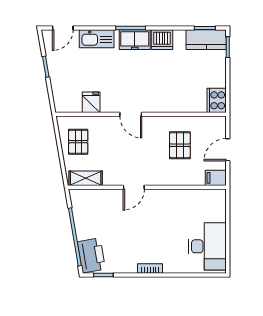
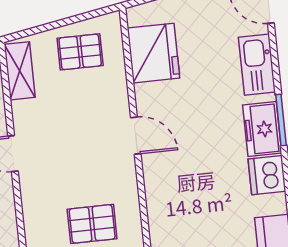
fridge: (91, 102) -> (153, 53), width x1.88, depth x1.34
door: (131, 114) -> (136, 136), swing flipped

